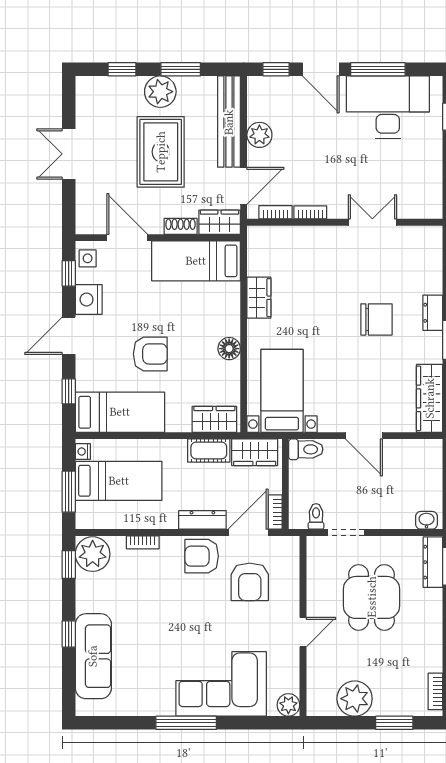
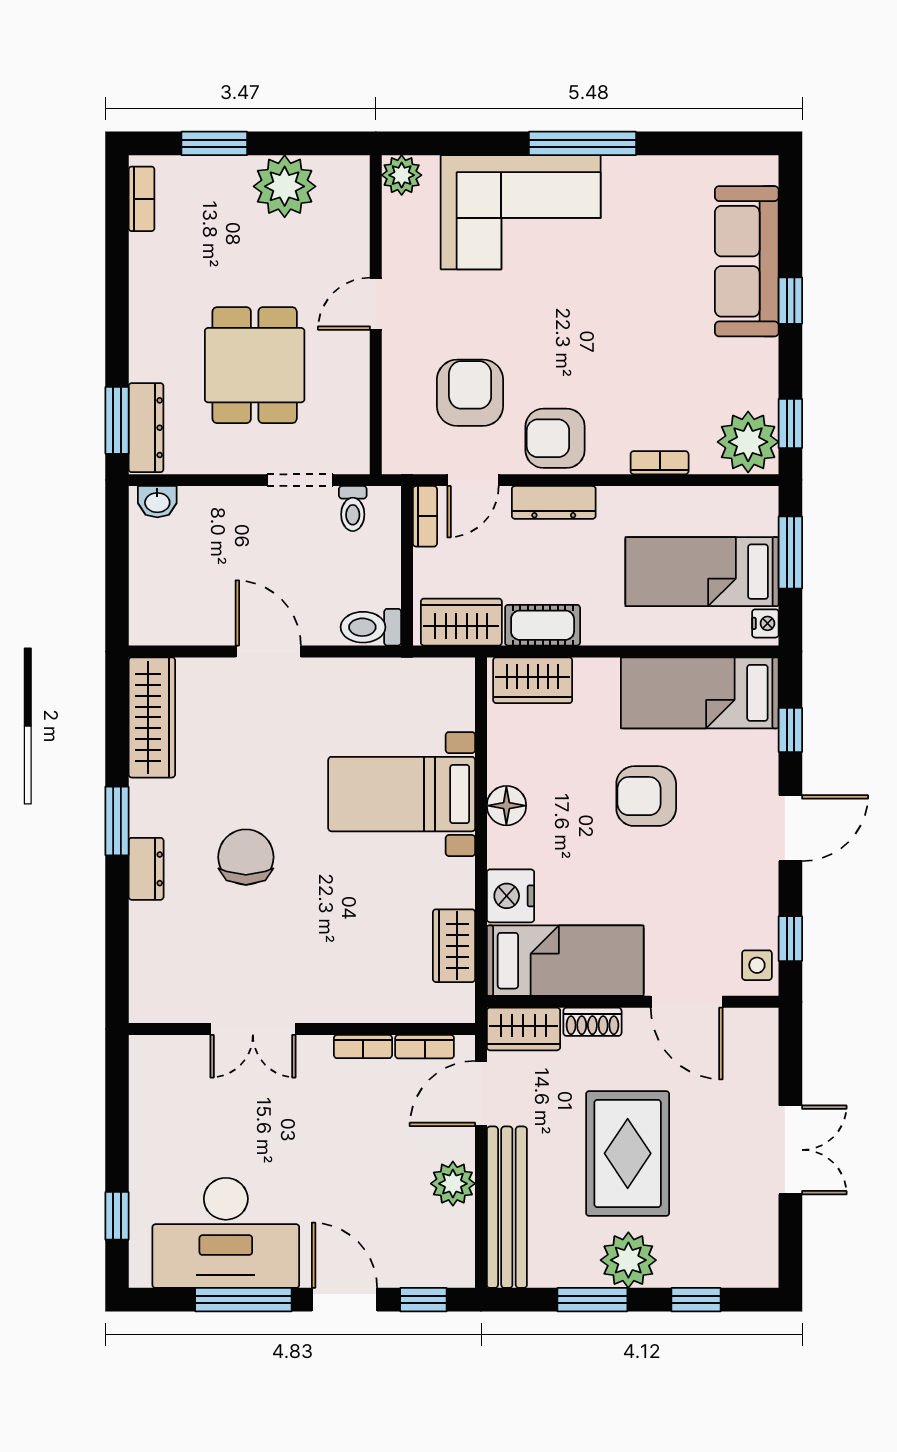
wardrobe: (259, 298) -> (454, 946), moved
nightstand: (89, 299) -> (510, 896), moved, turned 180
chair: (376, 319) -> (246, 857), turned 90
bed with nightstands: (282, 391) -> (402, 794), moved, turned 90
door: (248, 532) -> (473, 480), width x0.73
armchair: (202, 556) -> (555, 438), turned 180

